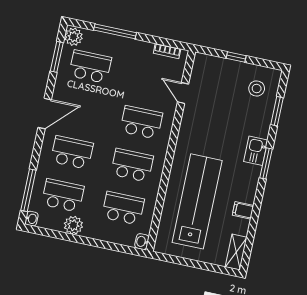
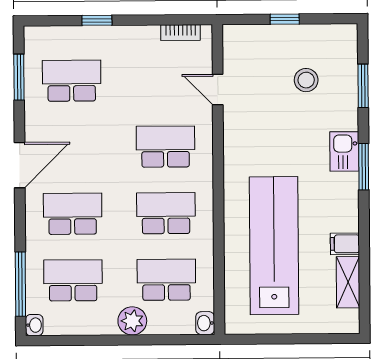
window: (115, 31) -> (97, 20), width x0.46
plant: (73, 37) -> (37, 42), removed
stool: (257, 89) -> (306, 80), moved
plant: (73, 225) -> (132, 321), moved
shelving: (236, 252) -> (348, 282), moved

